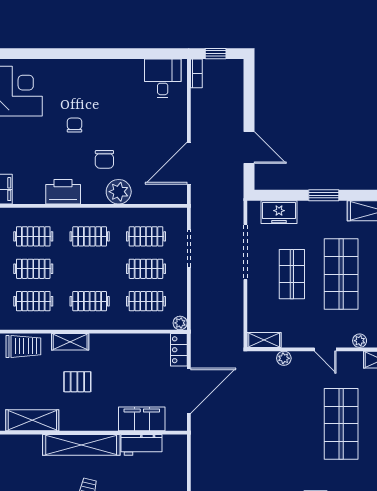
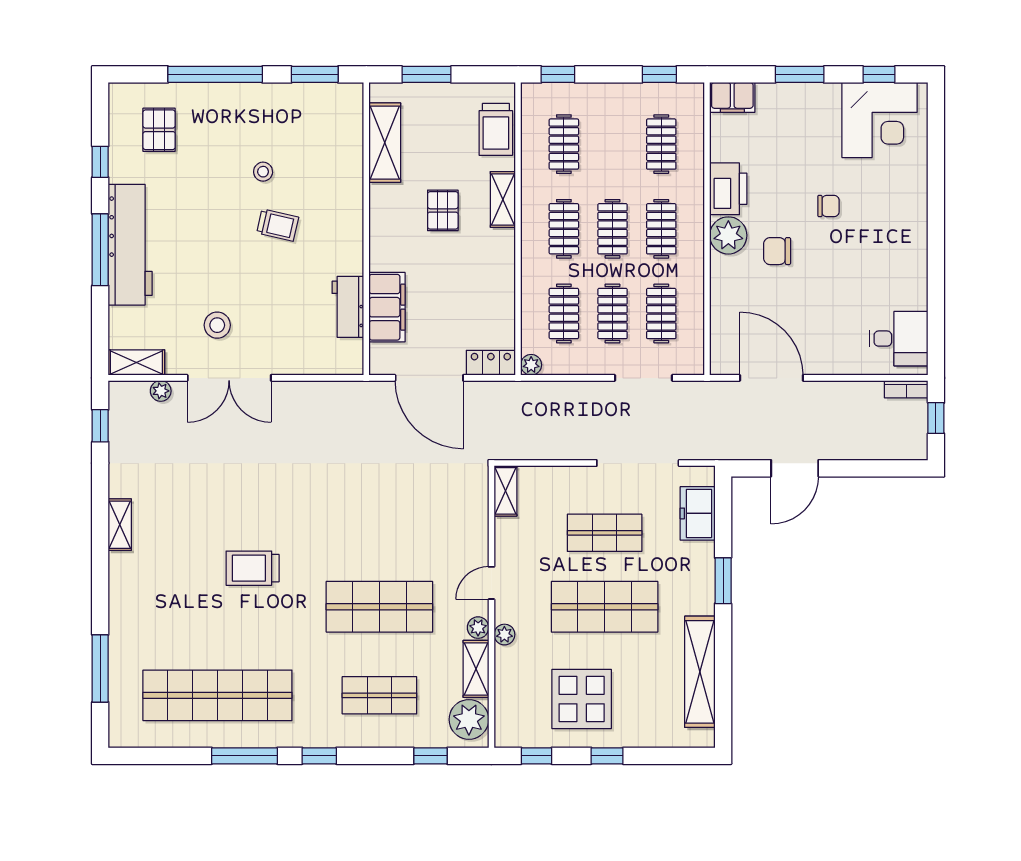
plant: (119, 192) -> (728, 235), moved
clothes rail: (33, 269) -> (613, 229), moved
plant: (284, 358) -> (478, 628), moved
shelving: (81, 445) -> (348, 216), removed

